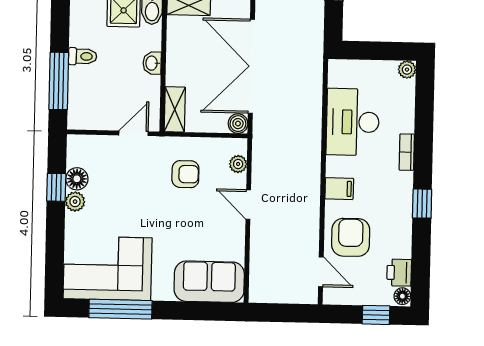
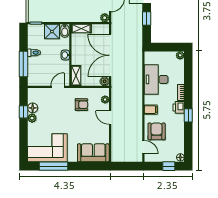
printer: (399, 273) -> (179, 107), moved

